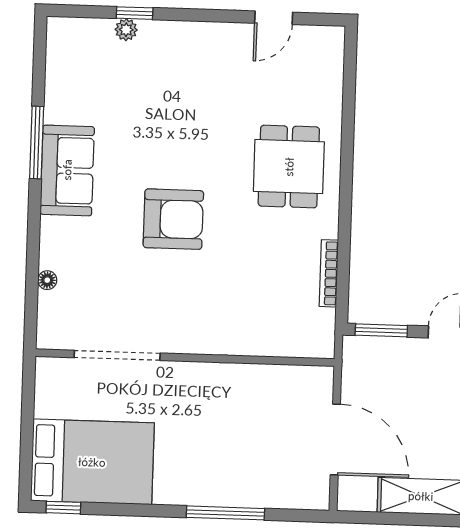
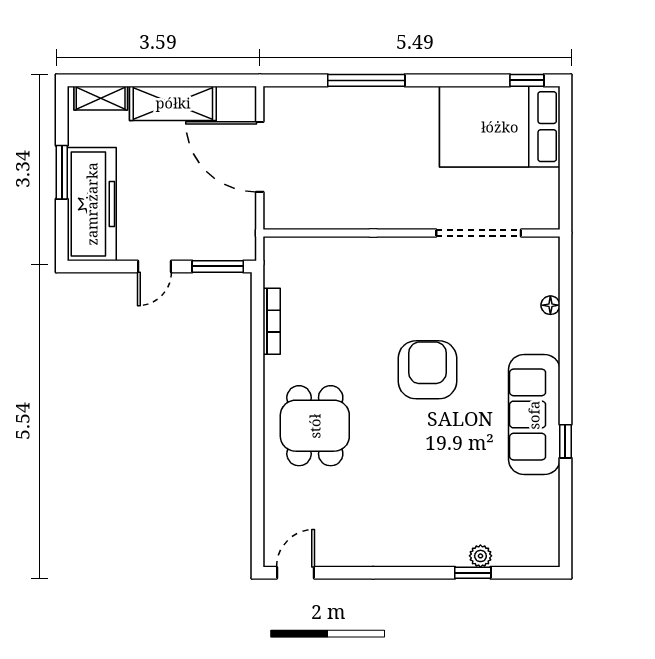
door: (274, 18) -> (295, 573), moved
window: (37, 142) -> (565, 441), width x0.46
sofa: (67, 170) -> (534, 415), width x1.36
armchair: (173, 219) -> (427, 370), turned 90

